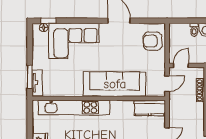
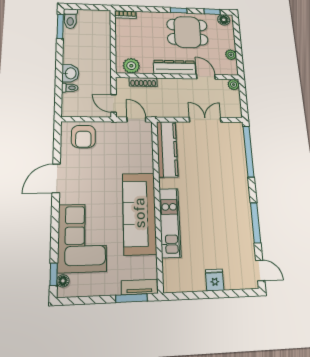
sofa: (115, 84) -> (139, 213), moved
kitchen unit: (74, 108) -> (170, 223), width x0.73
kitchen counter: (150, 108) -> (167, 149), width x1.50

